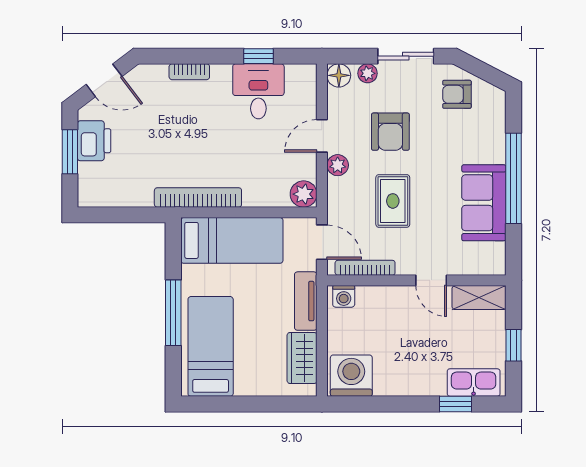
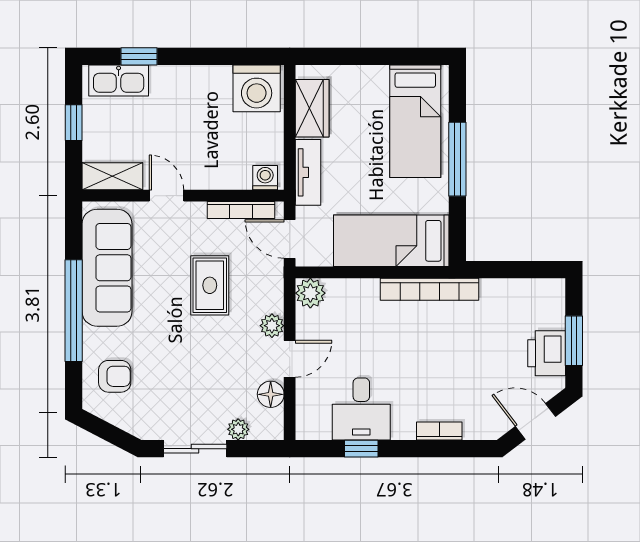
floor lamp: (339, 75) -> (271, 394), moved
armchair: (457, 94) -> (115, 376), moved
armchair: (390, 132) -> (212, 364), removed
sofa: (484, 203) -> (107, 268), width x1.36

